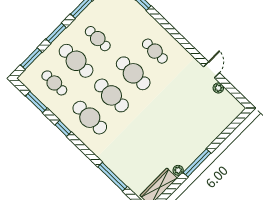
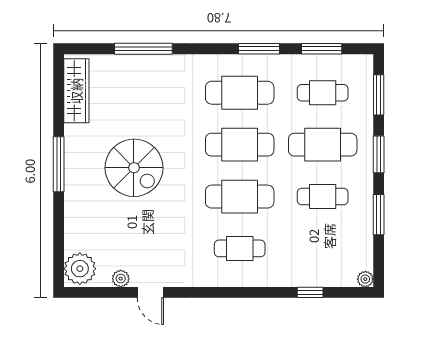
window: (63, 128) -> (259, 49), width x1.50
spiral stairs: (166, 130) -> (134, 168), added
plant: (178, 170) -> (80, 269), moved, width x1.87, depth x1.87

